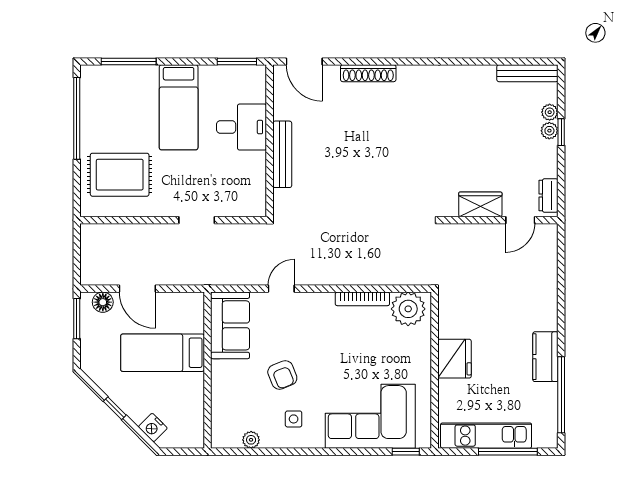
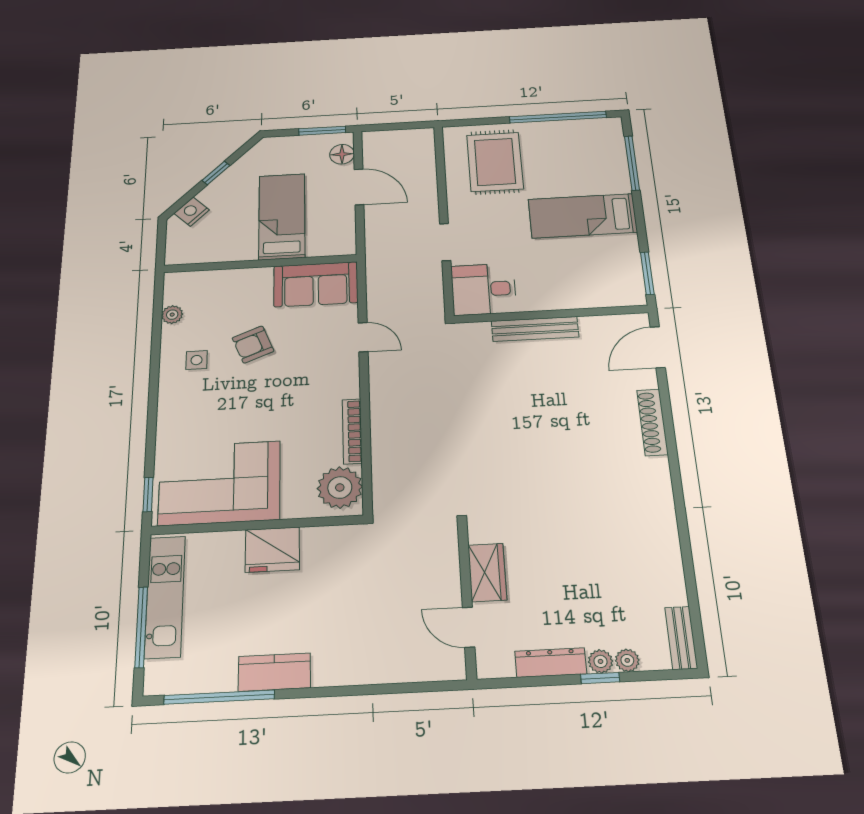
bench: (527, 73) -> (681, 638), width x0.73
desk: (242, 127) -> (484, 289), moved, turned 90
dresser: (548, 196) -> (551, 663), moved, width x1.44
door: (137, 289) -> (359, 187), swing flipped
corner sofa: (370, 416) -> (219, 483), moved, turned -90

